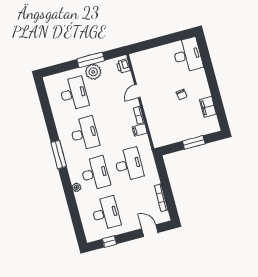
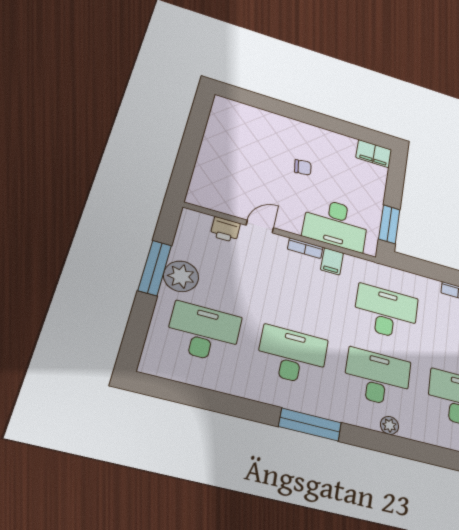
desk: (187, 55) -> (336, 224), moved, turned 180
printer: (123, 66) -> (225, 230), moved
door: (137, 91) -> (260, 227), swing flipped
filing cabinet: (208, 107) -> (374, 154), moved
window: (194, 142) -> (389, 224), moved

